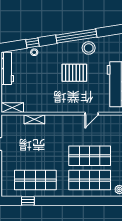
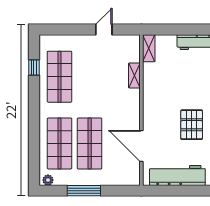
door: (92, 114) -> (141, 146), width x1.87

